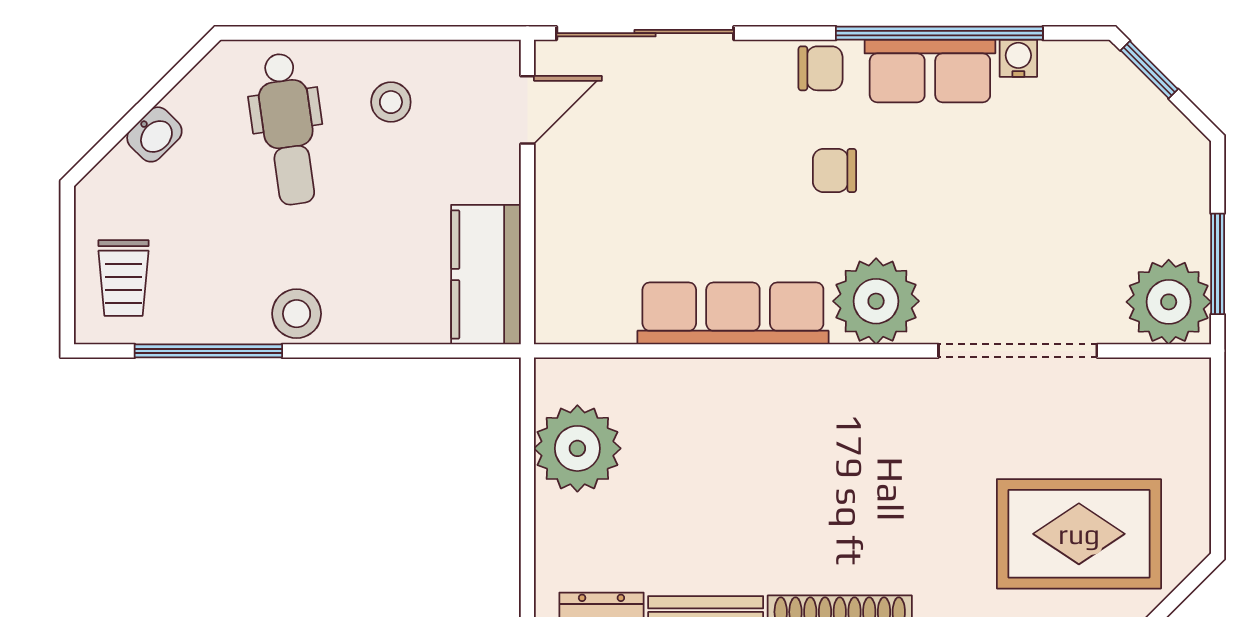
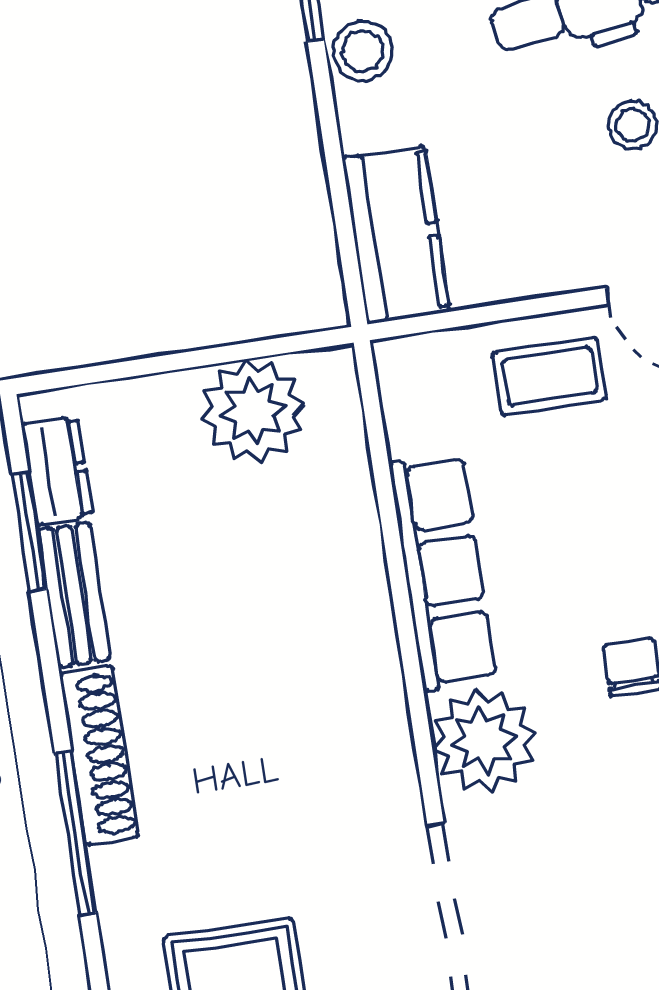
coffee table: (586, 202) -> (549, 376), added
kitchen counter: (486, 275) -> (396, 235), moved, turned 90

